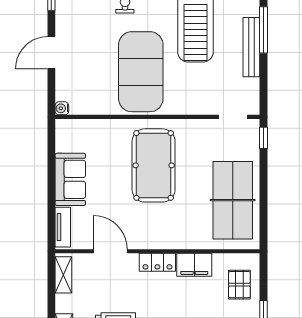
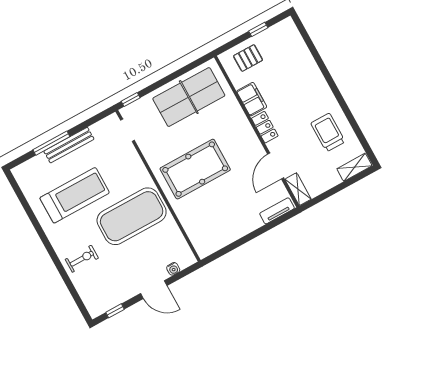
water cooler: (62, 108) -> (173, 269), moved
sofa: (70, 179) -> (239, 225), removed
shelving: (63, 275) -> (298, 189), moved, turned 90

